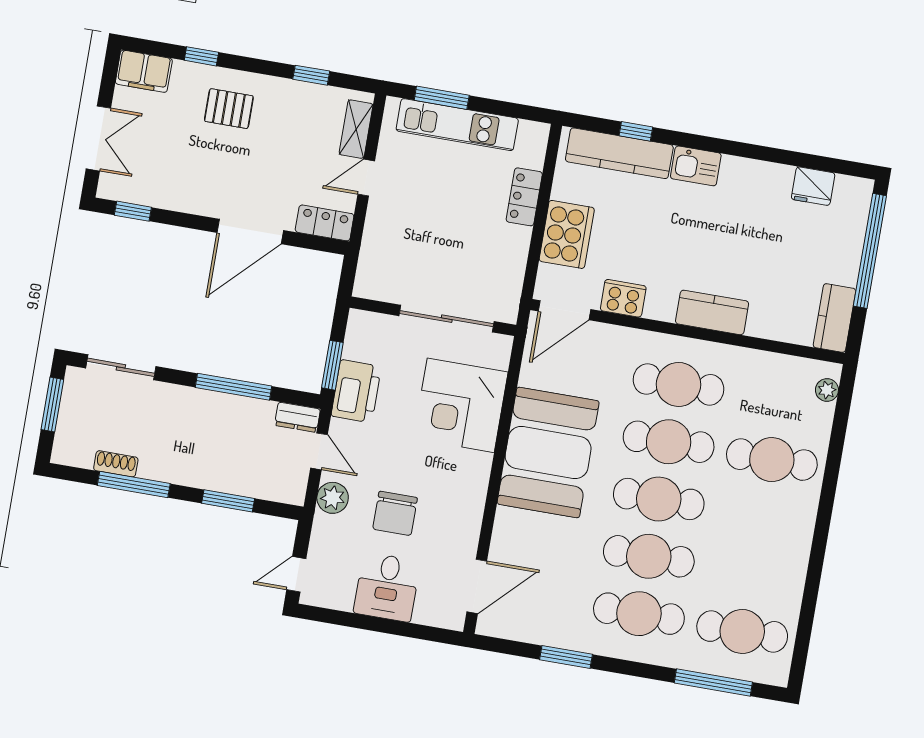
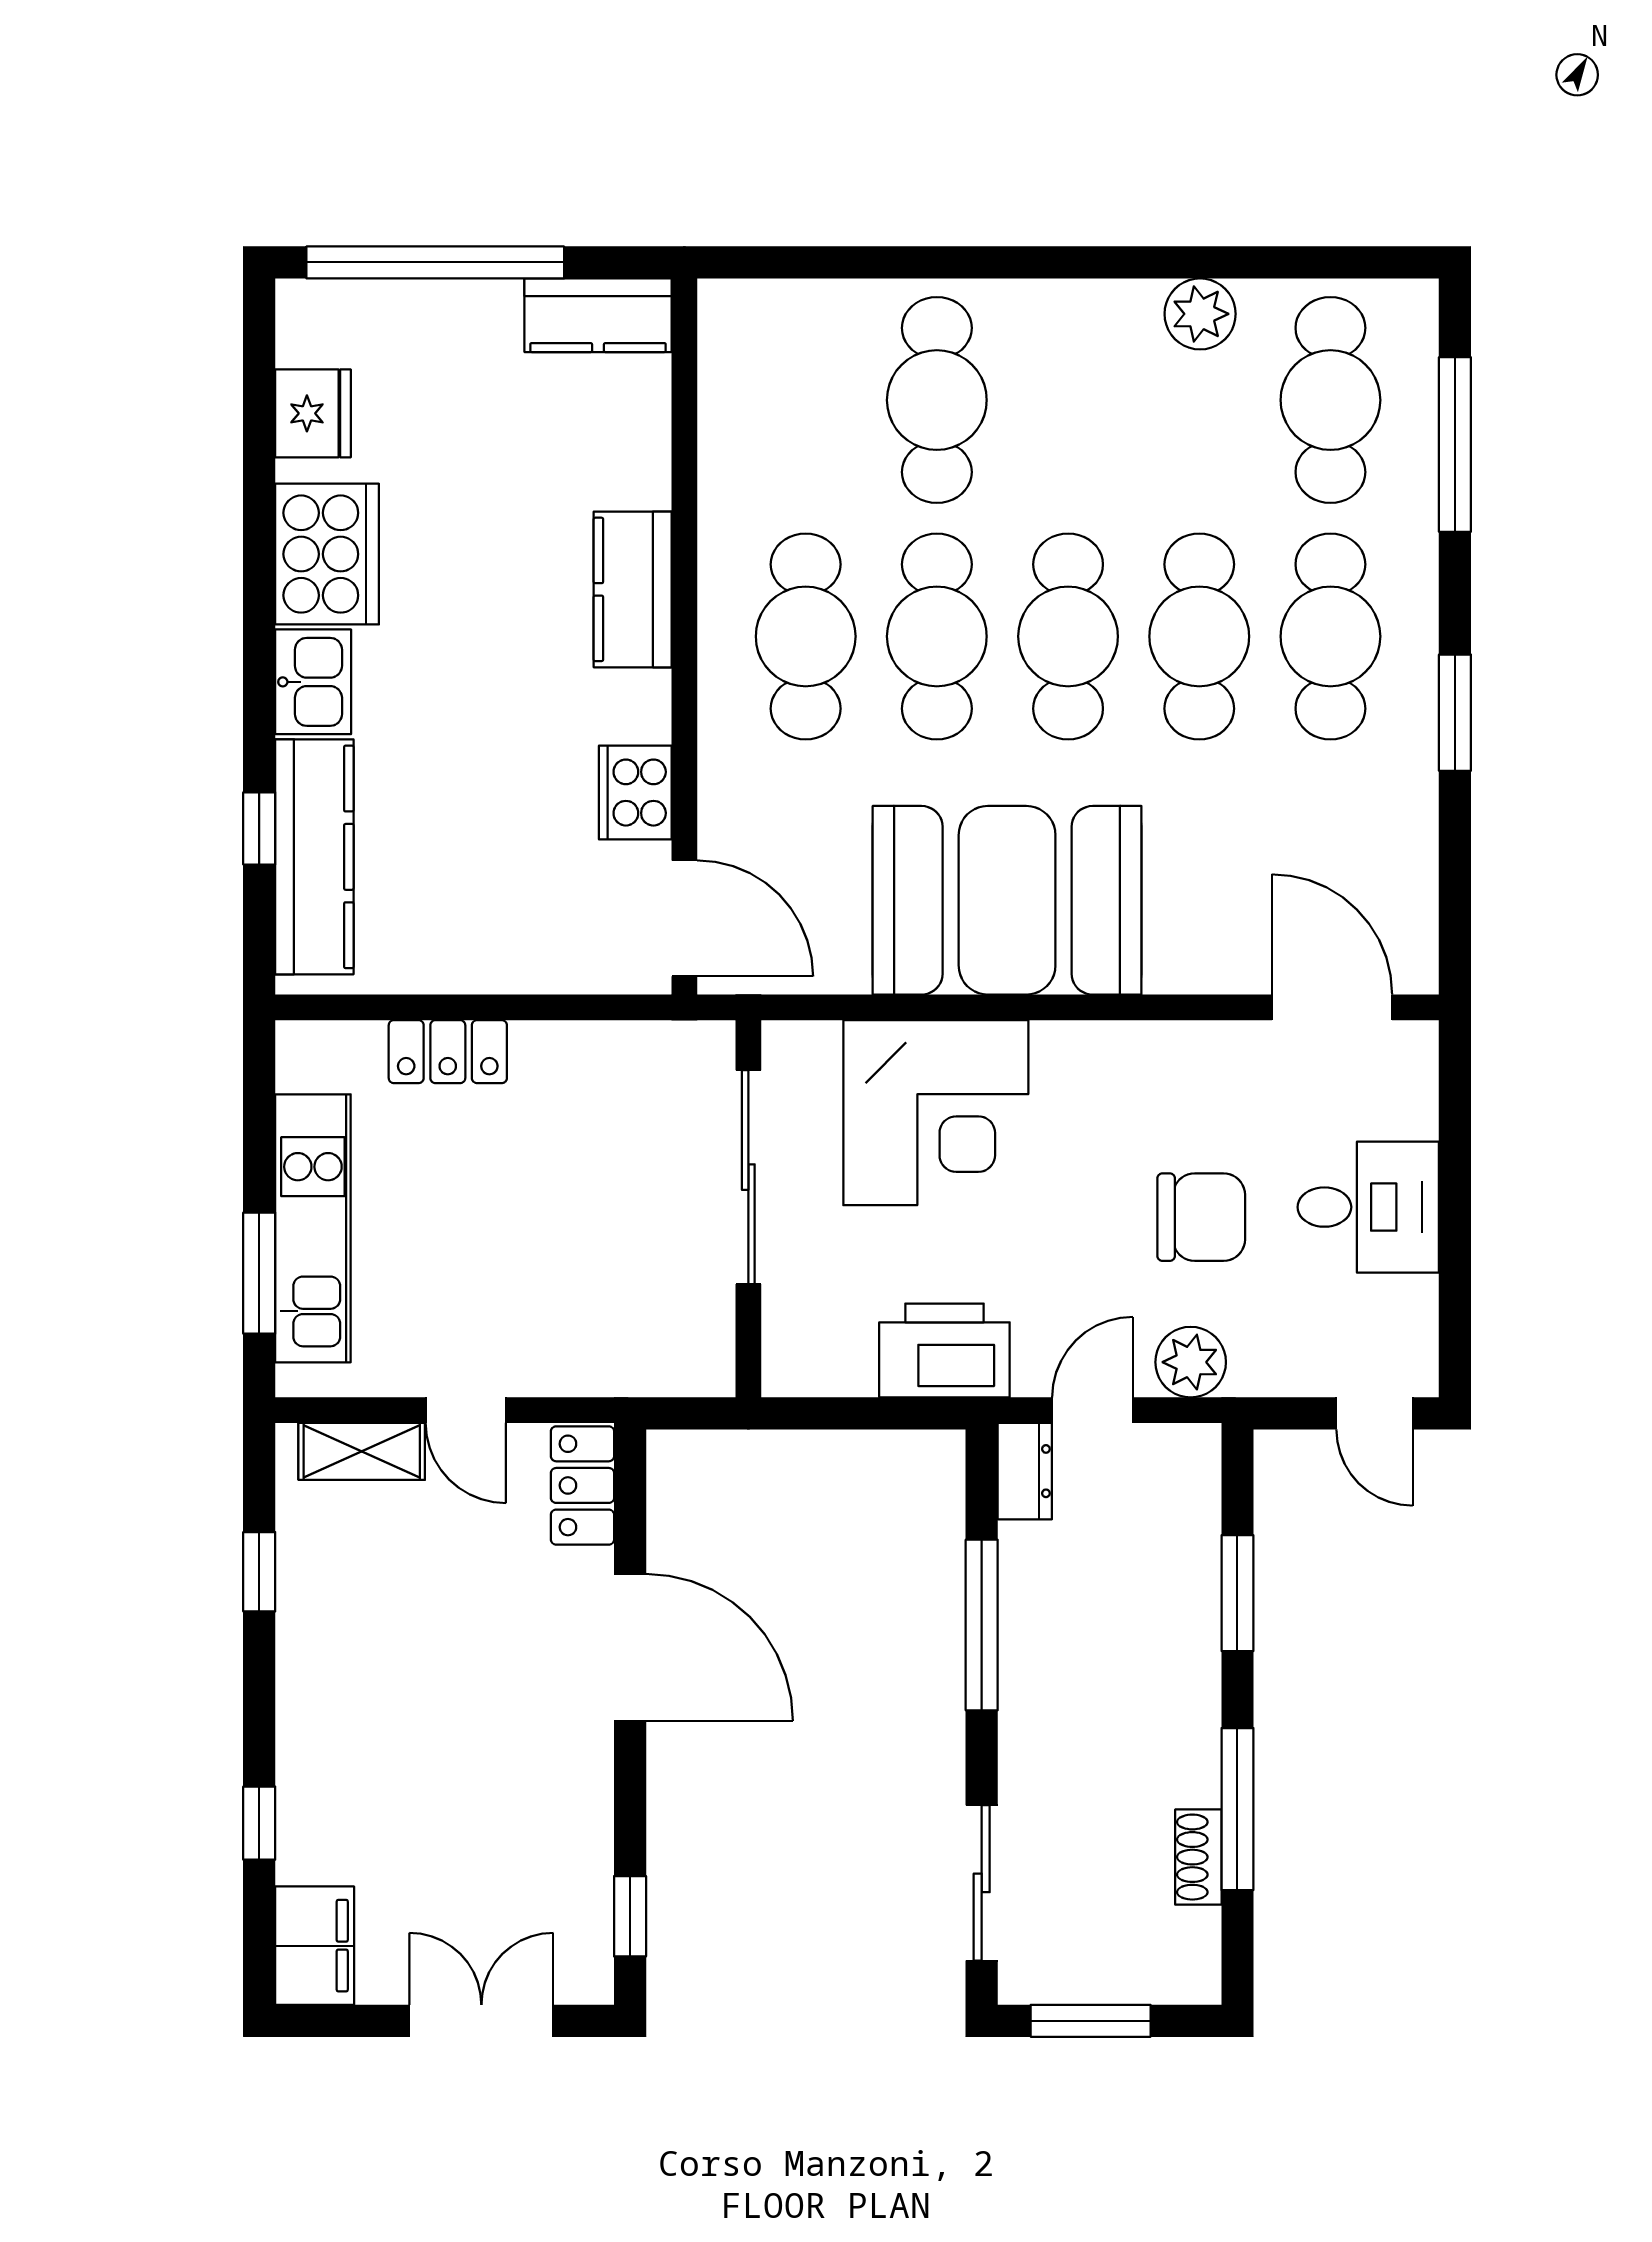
pallet: (229, 109) -> (365, 1742), removed
cooker: (567, 234) -> (327, 554), moved, turned 90
window: (332, 365) -> (896, 1413), removed
plant: (827, 390) -> (1200, 314), moved, width x1.38, depth x1.38
window: (566, 657) -> (1455, 713), moved

